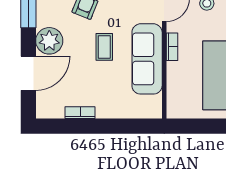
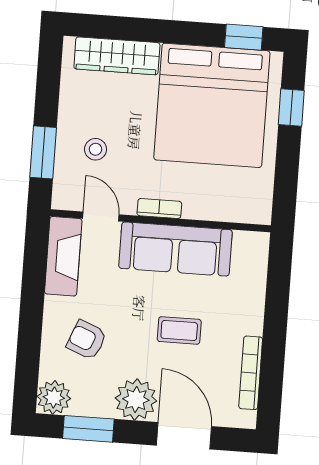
coffee table: (104, 47) -> (179, 330), moved
bookcase: (80, 113) -> (251, 373), width x1.56

